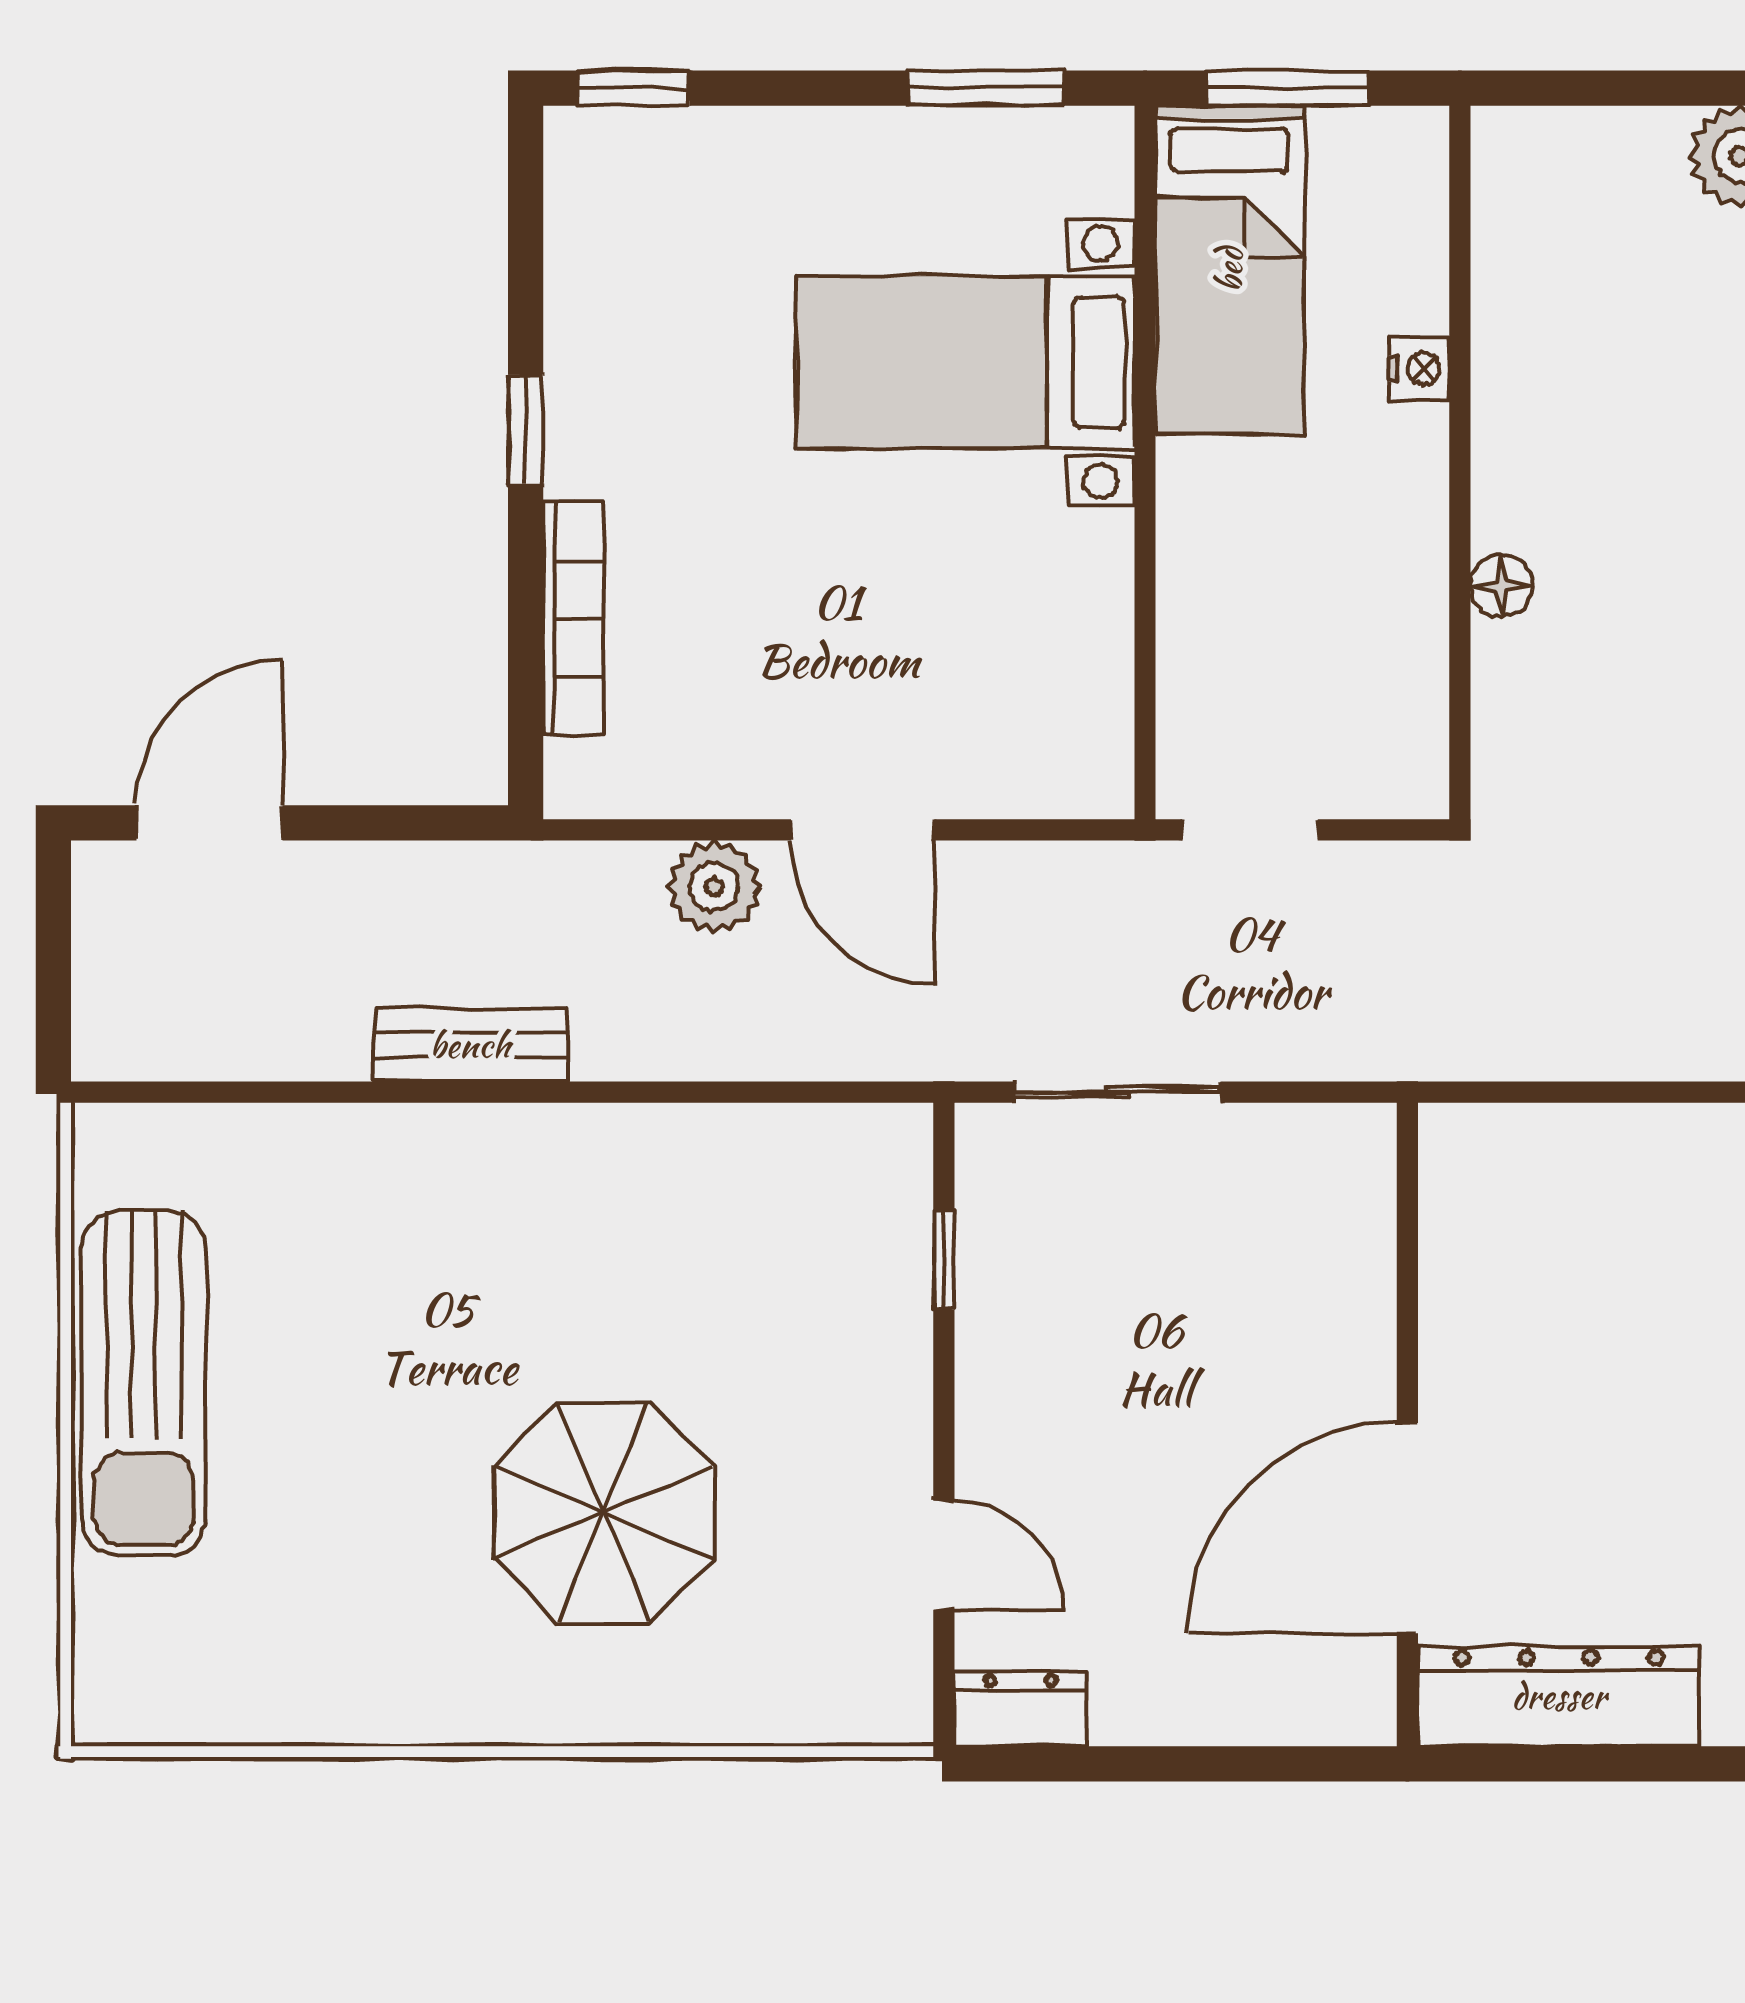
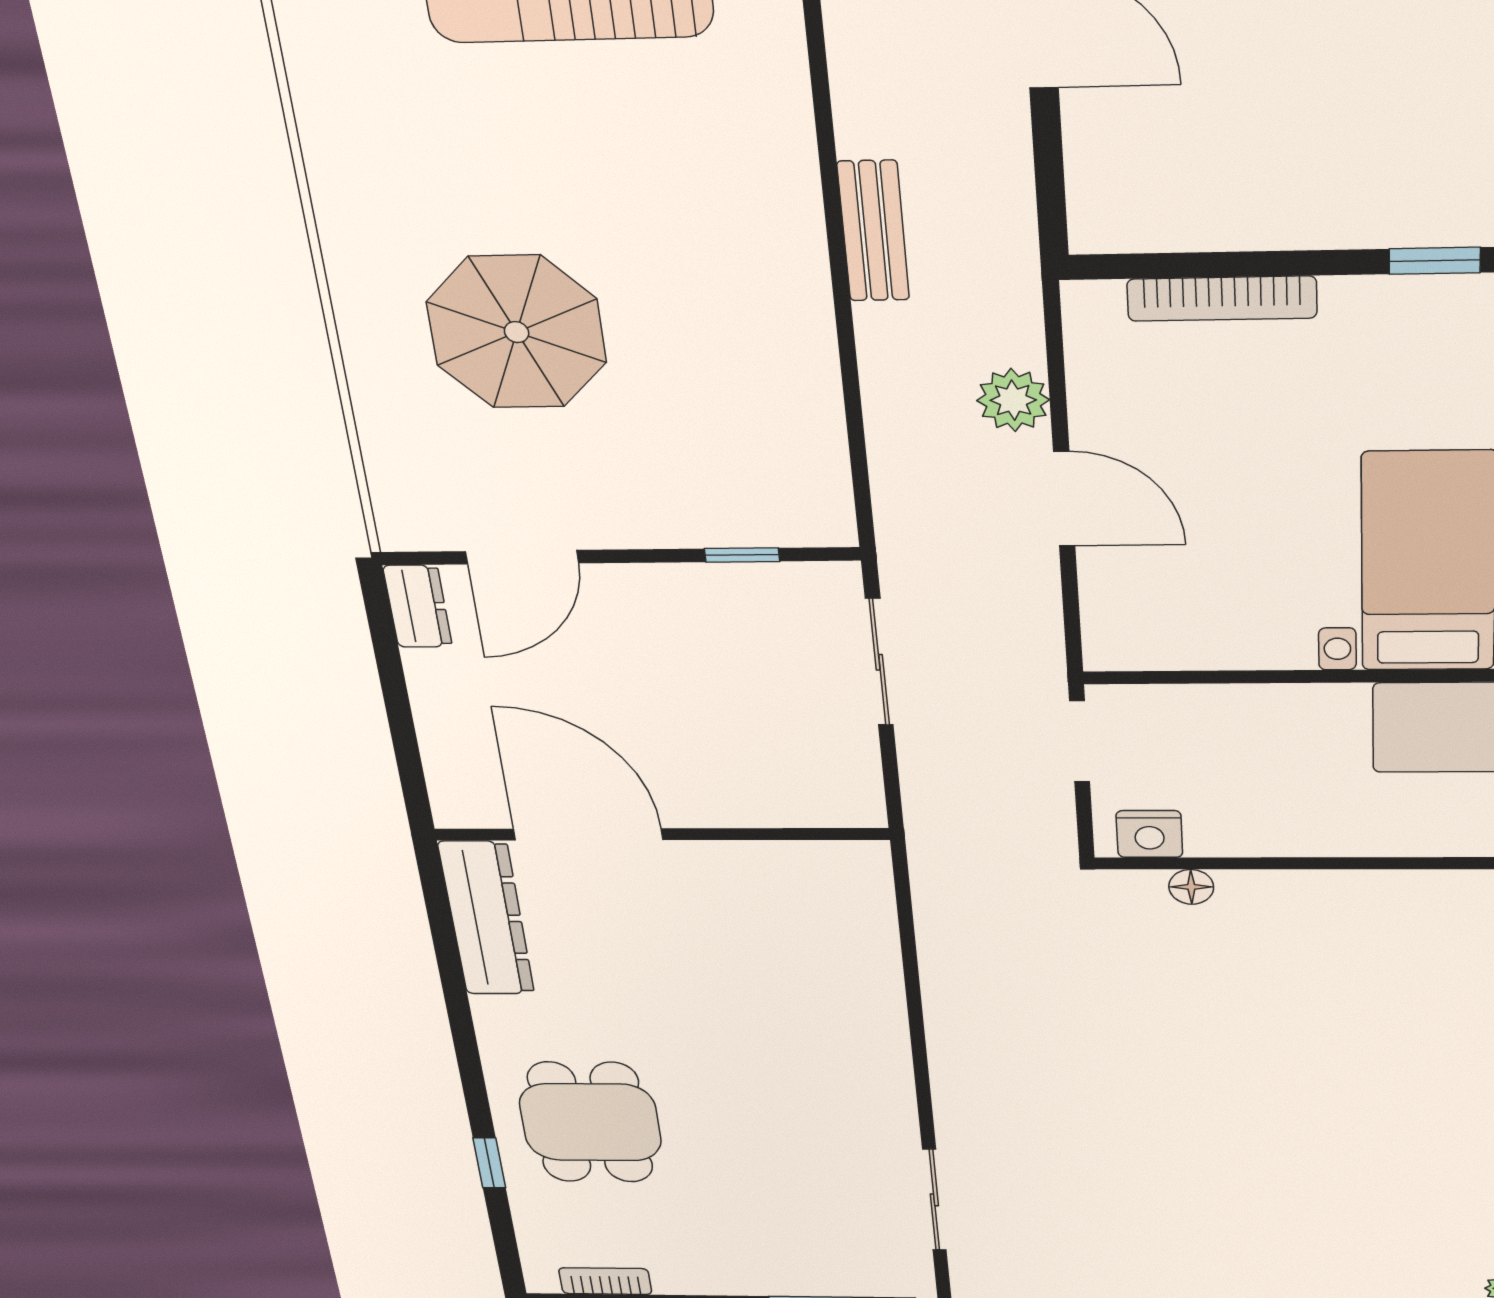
nightstand: (1419, 369) -> (1149, 834), moved, width x1.39, depth x1.35
window: (526, 430) -> (1435, 261), moved
floor lamp: (1501, 586) -> (1191, 887), moved
door: (863, 830) -> (1064, 499), swing flipped
door: (944, 1555) -> (522, 557), width x1.38

